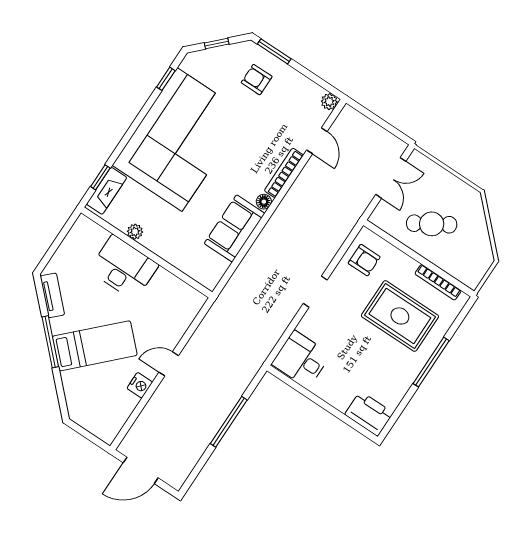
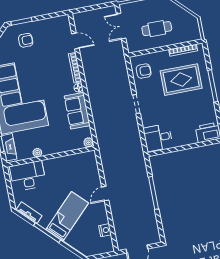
armchair: (257, 80) -> (26, 40), turned 180
plant: (329, 102) -> (88, 142), moved
double door: (391, 178) -> (121, 26), swing flipped
cafe table: (432, 224) -> (157, 29), turned 31
desk: (124, 268) -> (28, 176), moved
nightstand: (140, 385) -> (105, 230), moved

